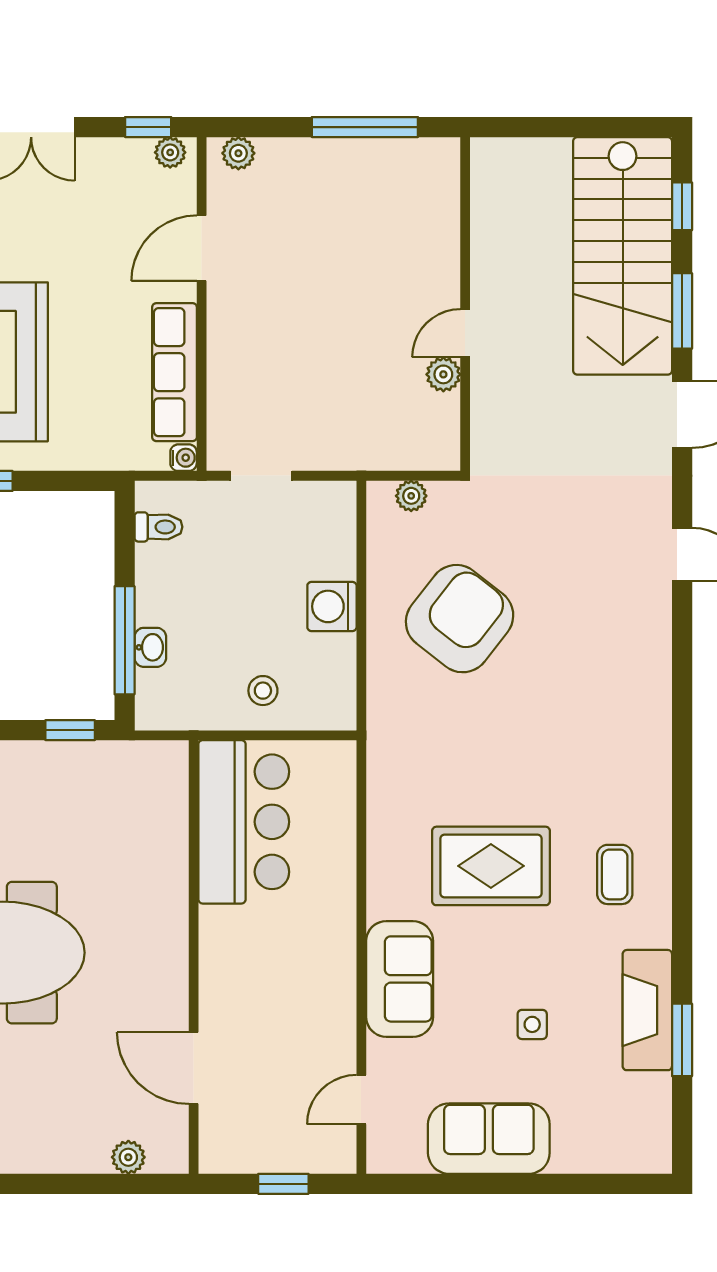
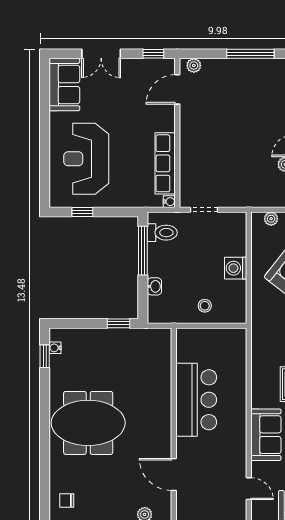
plant: (170, 152) -> (163, 65), removed
door: (202, 248) -> (177, 89), moved
toilet: (158, 527) -> (162, 233), width x1.37, depth x1.39
window: (125, 640) -> (143, 251), moved
bar counter: (244, 822) -> (196, 400), moved
door: (361, 1100) -> (249, 489), swing flipped

